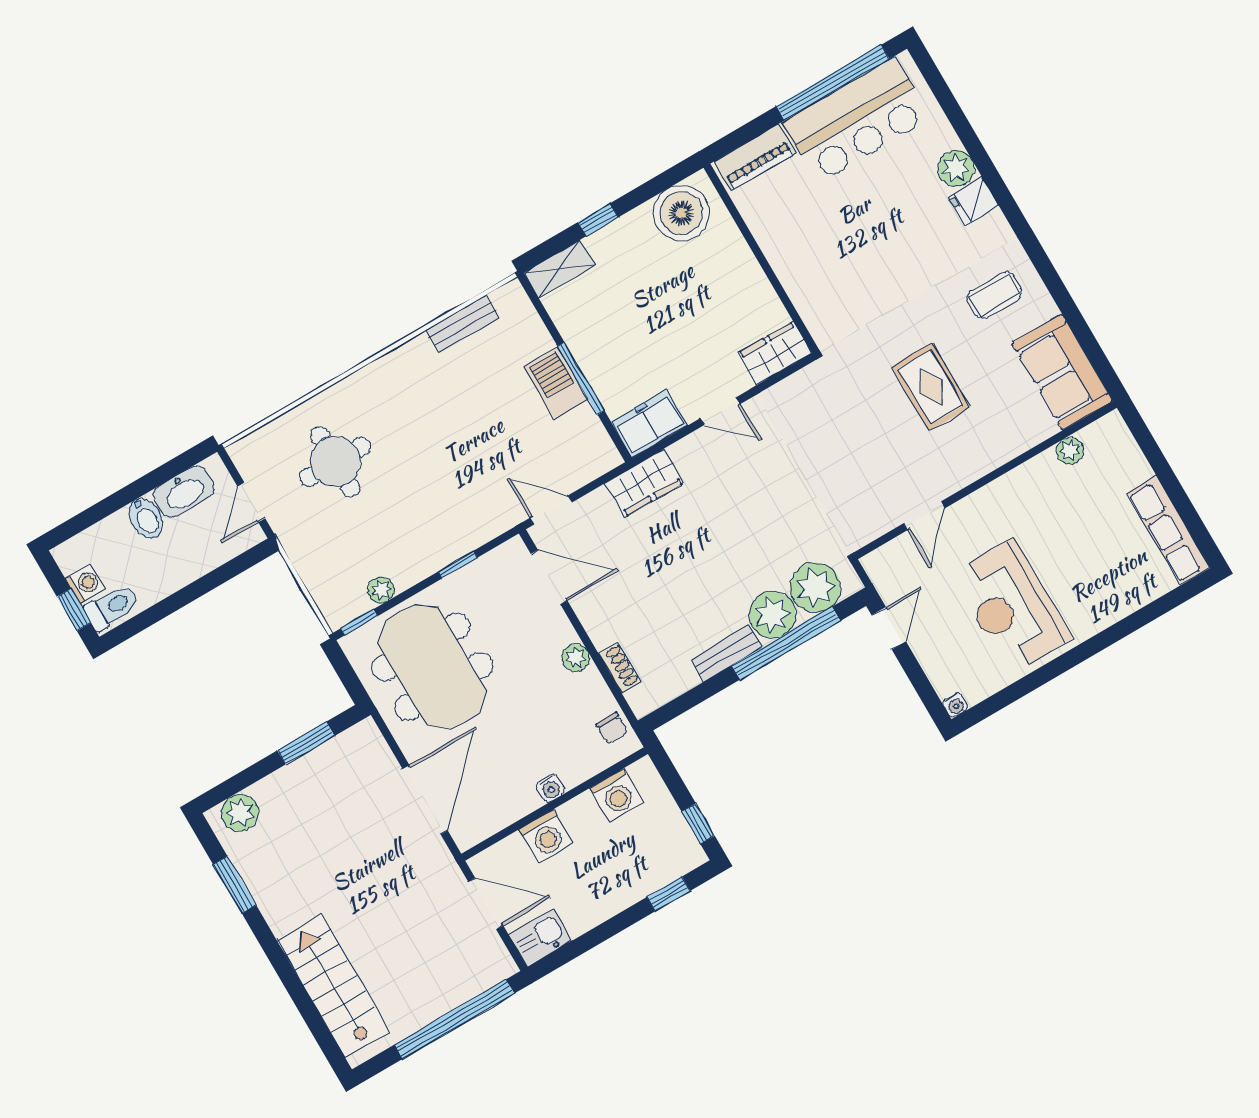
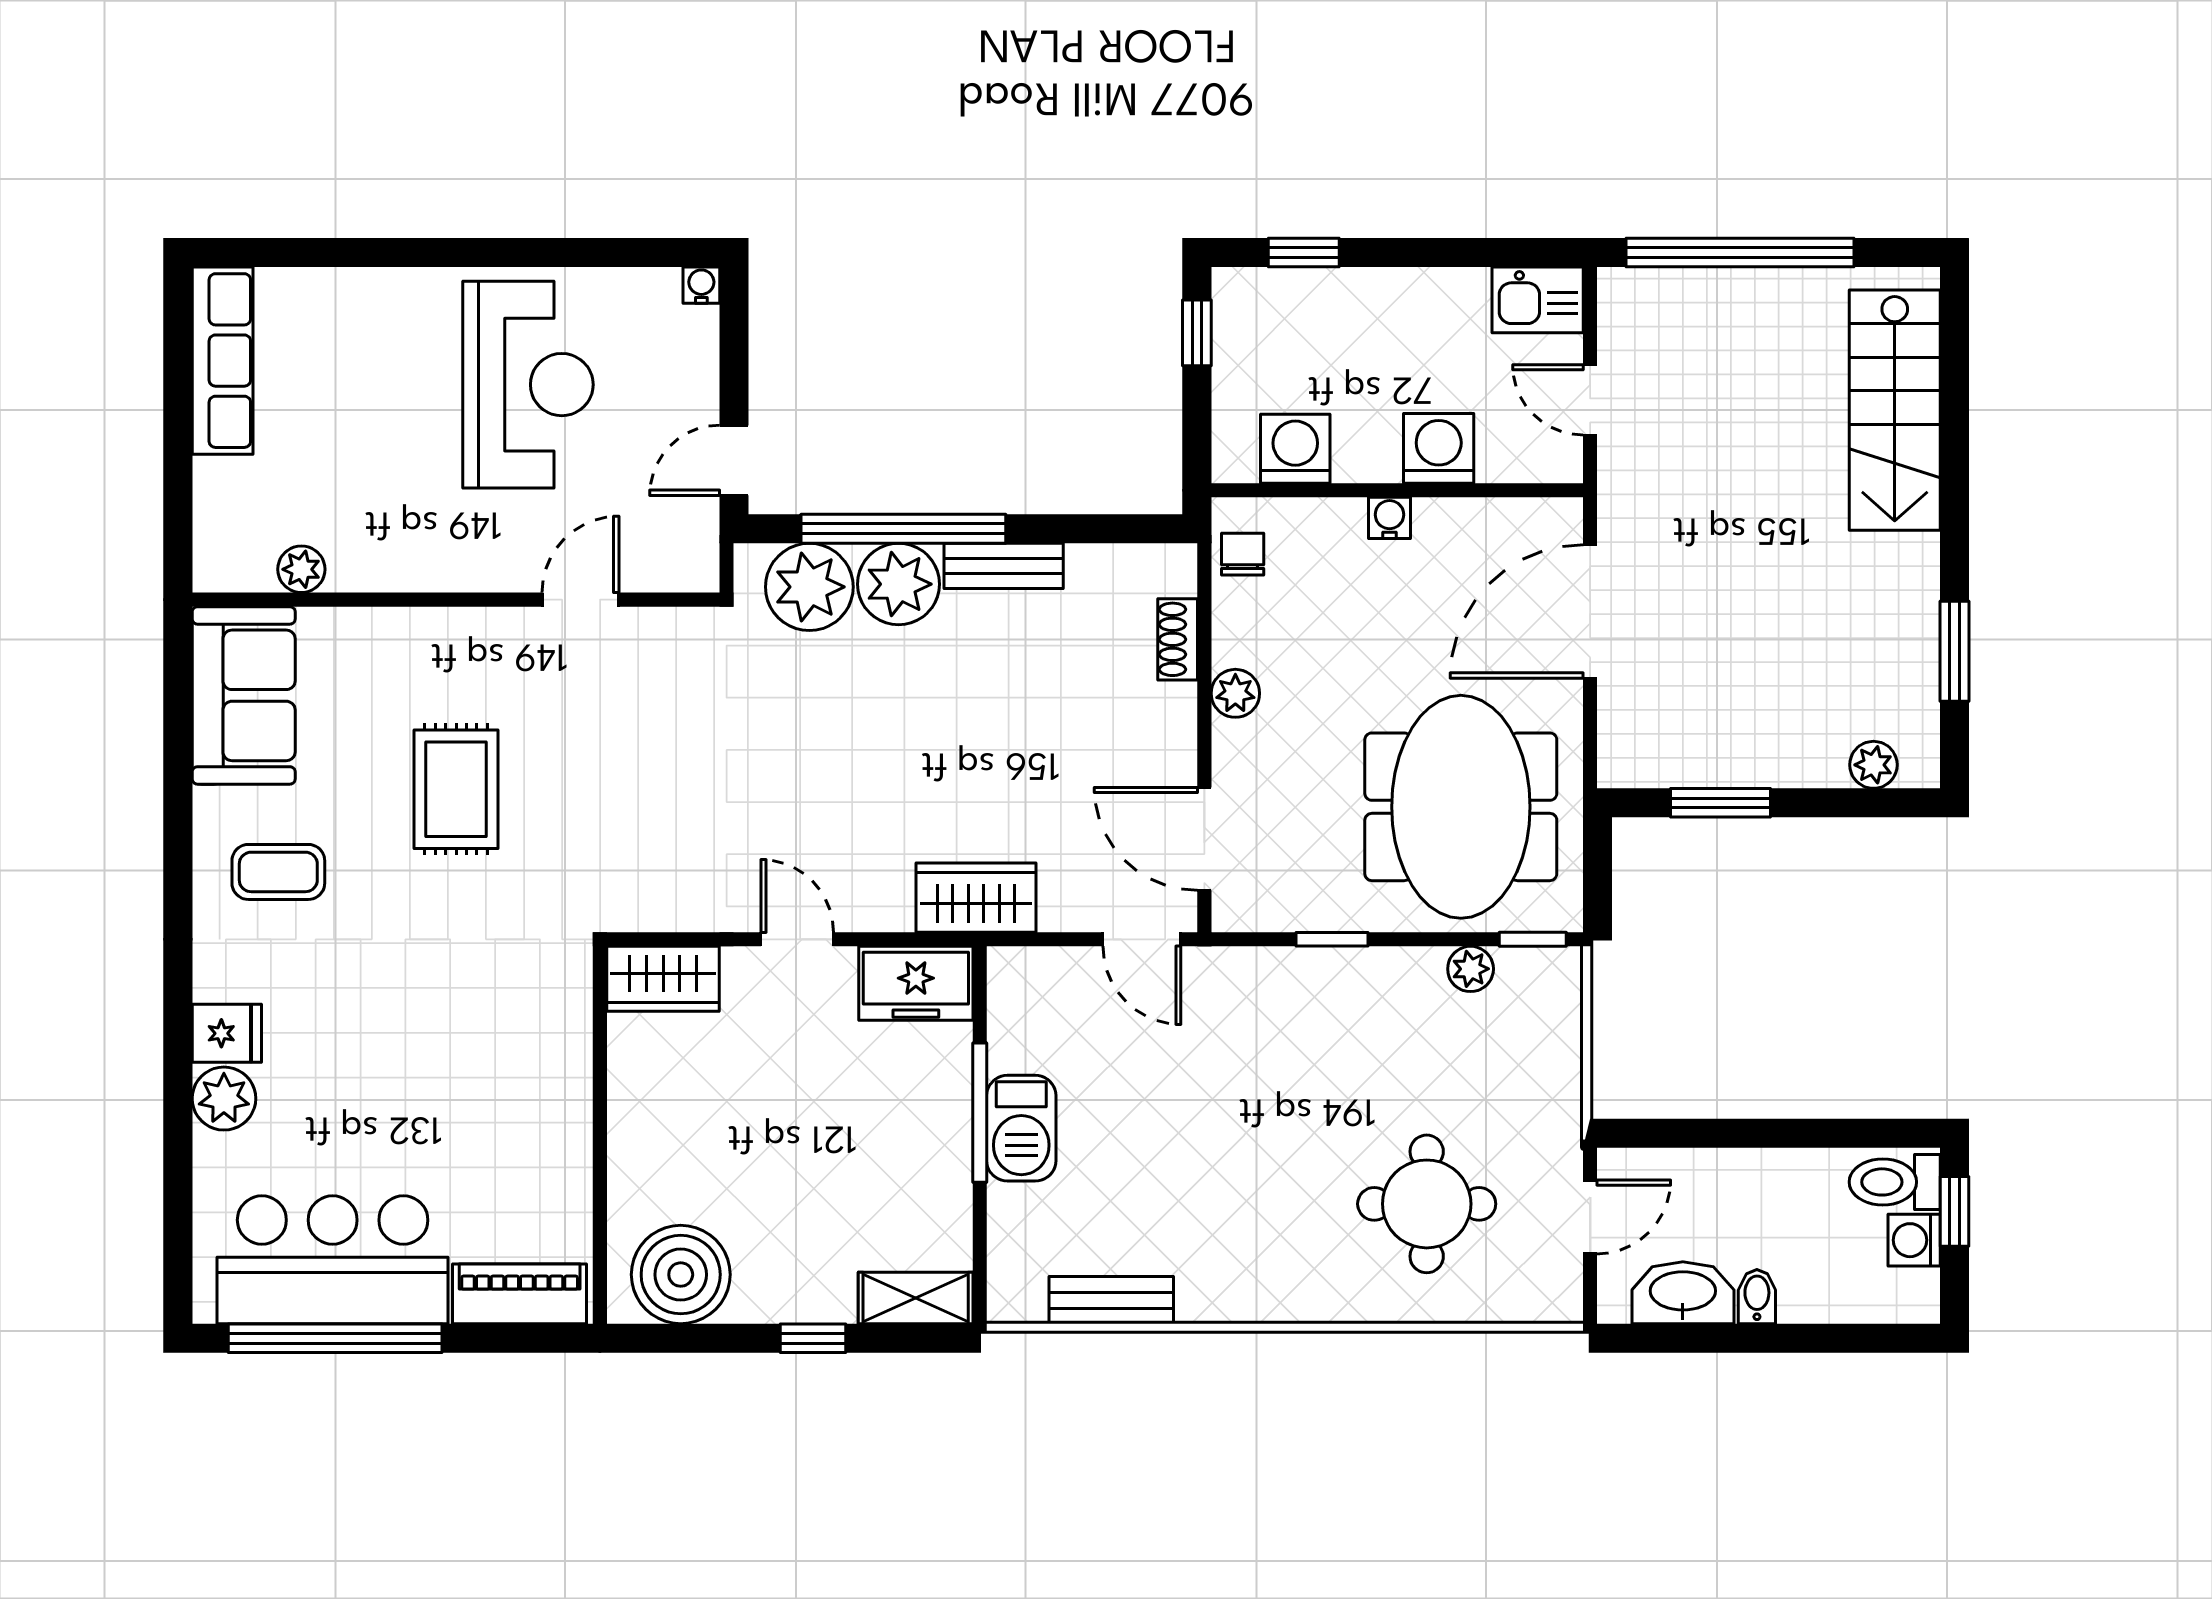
bidet: (146, 518) -> (1757, 1297), width x0.72, depth x0.74
plant: (240, 813) -> (1873, 765), width x0.73, depth x0.73
door: (486, 904) -> (1590, 400), width x0.73

